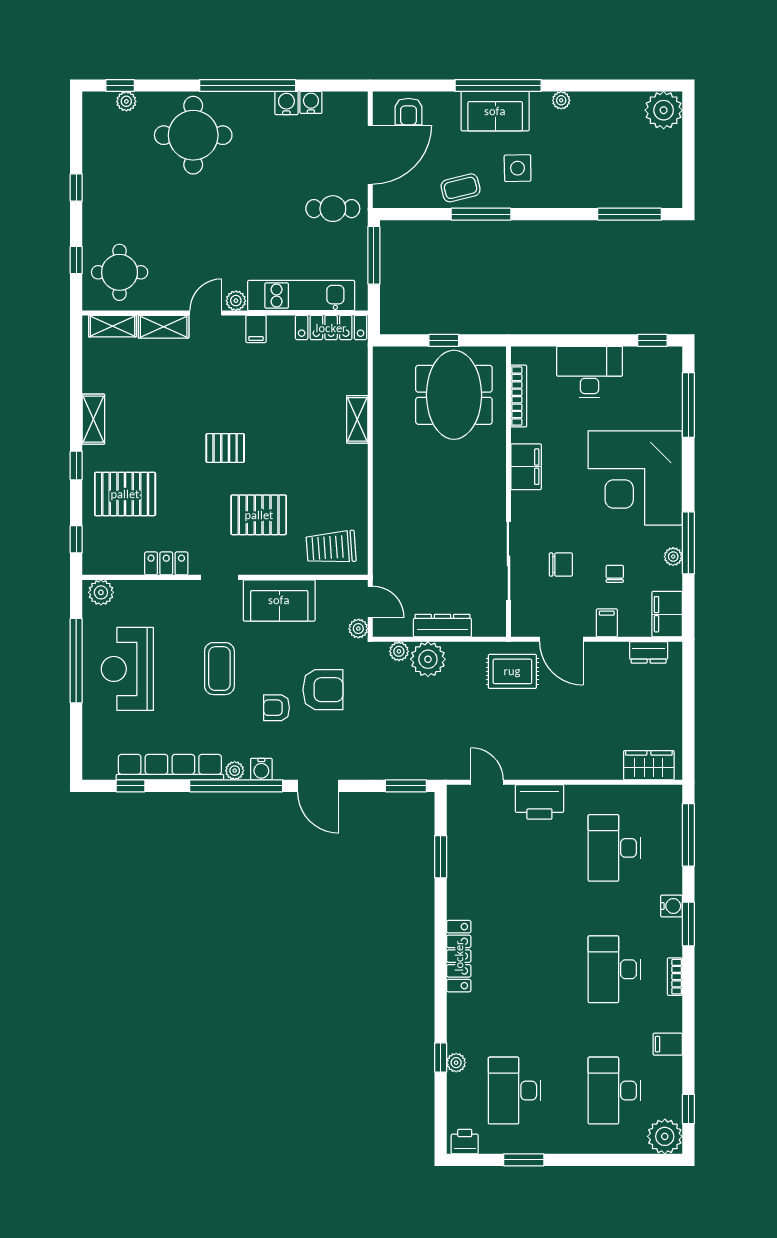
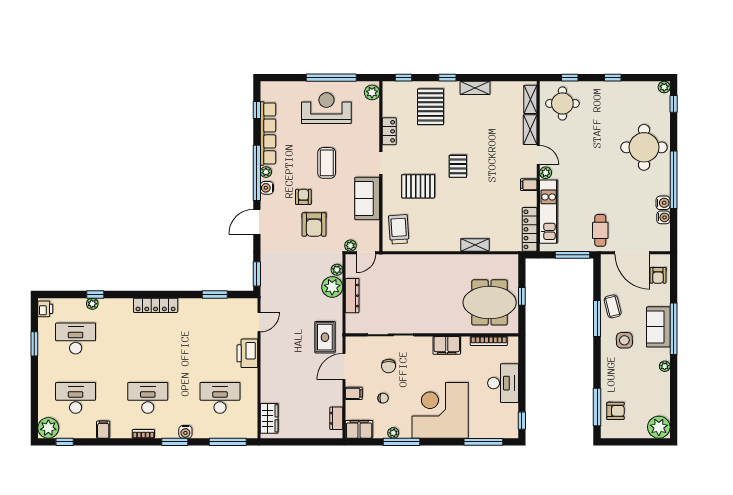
plant: (126, 101) -> (664, 87), moved
armchair: (408, 112) -> (658, 275), turned -90
armchair: (636, 183) -> (615, 411), added
pallet: (259, 515) -> (418, 186), turned 90
coffee table: (219, 669) -> (327, 163), turned 90

